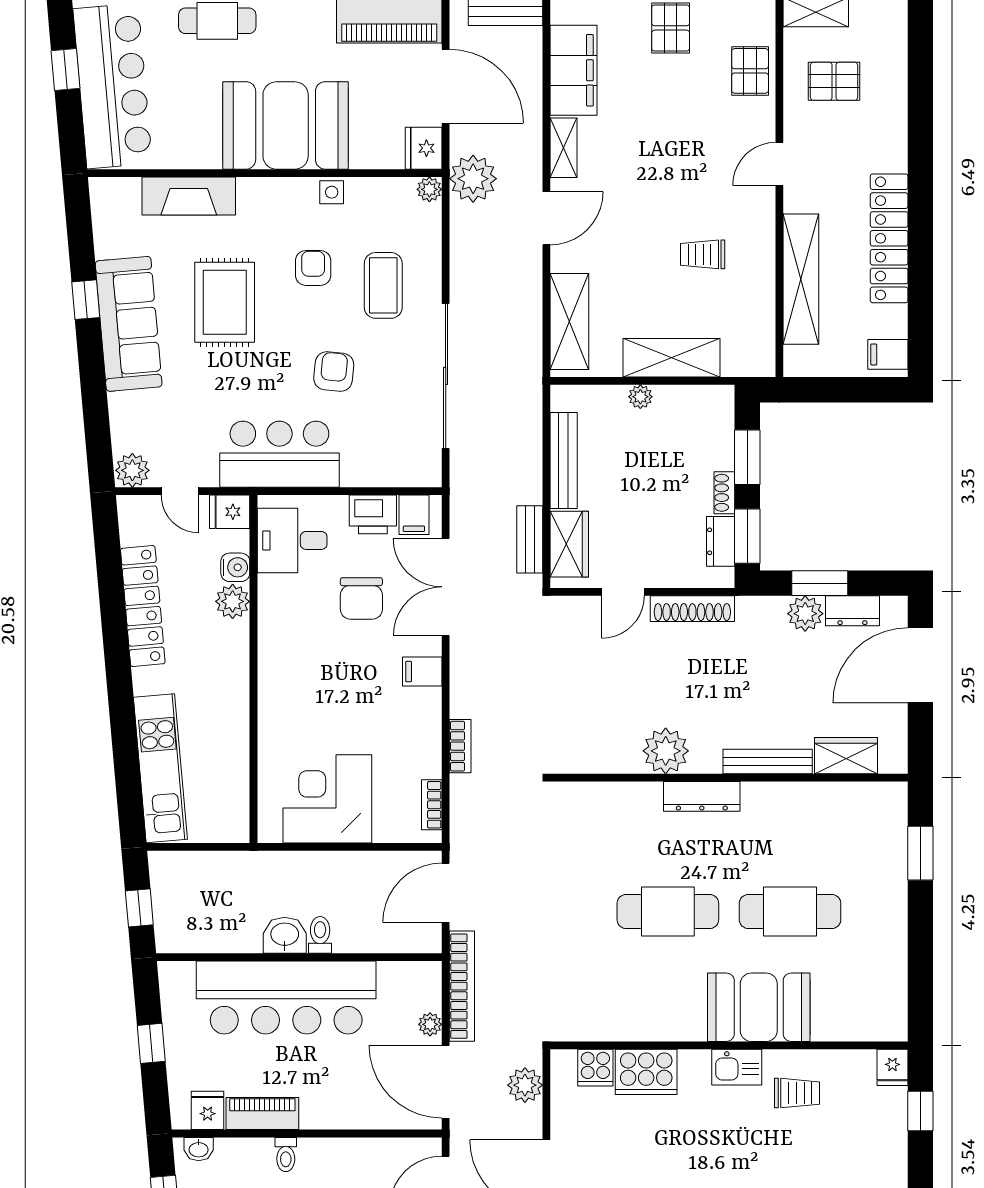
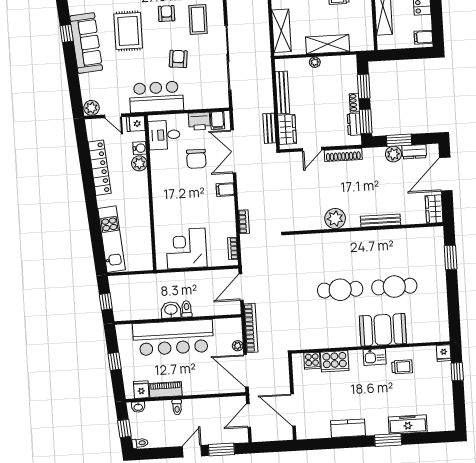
wardrobe: (846, 756) -> (434, 209), moved, turned -90
dresser: (702, 796) -> (352, 238), removed
plant: (525, 1085) -> (281, 370), removed

